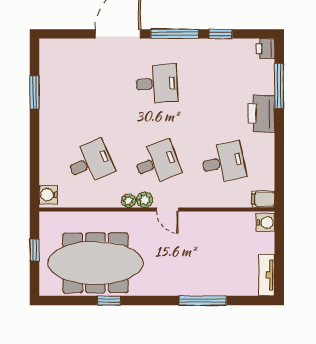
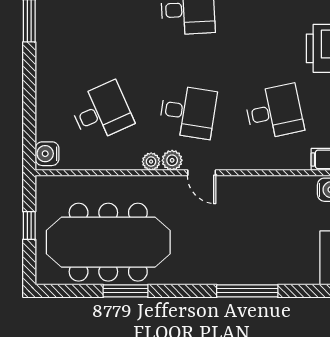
desk: (157, 162) -> (188, 112), turned 30
window: (109, 301) -> (126, 291), width x1.50

